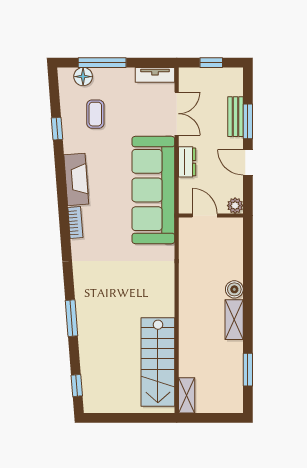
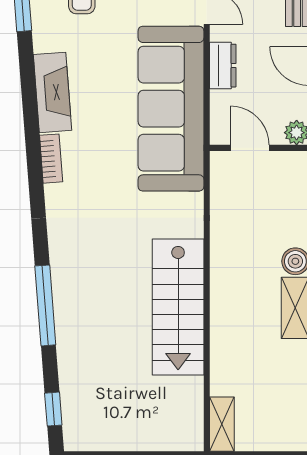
window: (72, 318) -> (45, 305), width x1.44
stairs: (158, 362) -> (178, 307), moved

